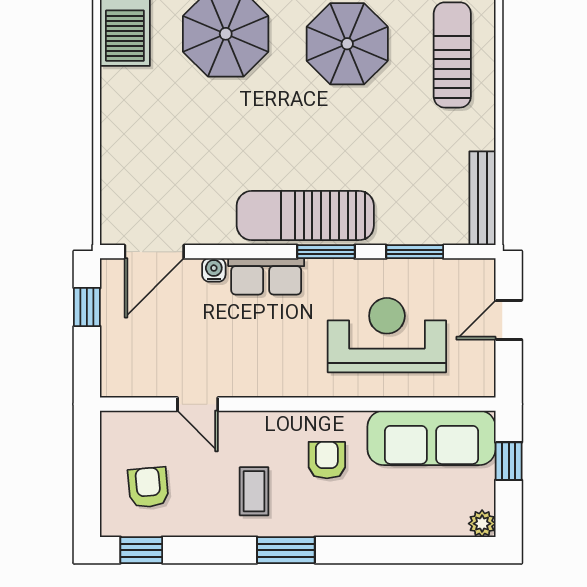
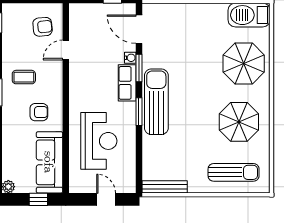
window: (415, 252) -> (139, 68), moved
armchair: (148, 487) -> (43, 27), moved

